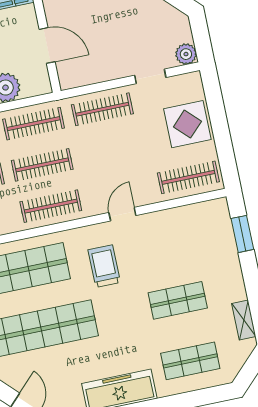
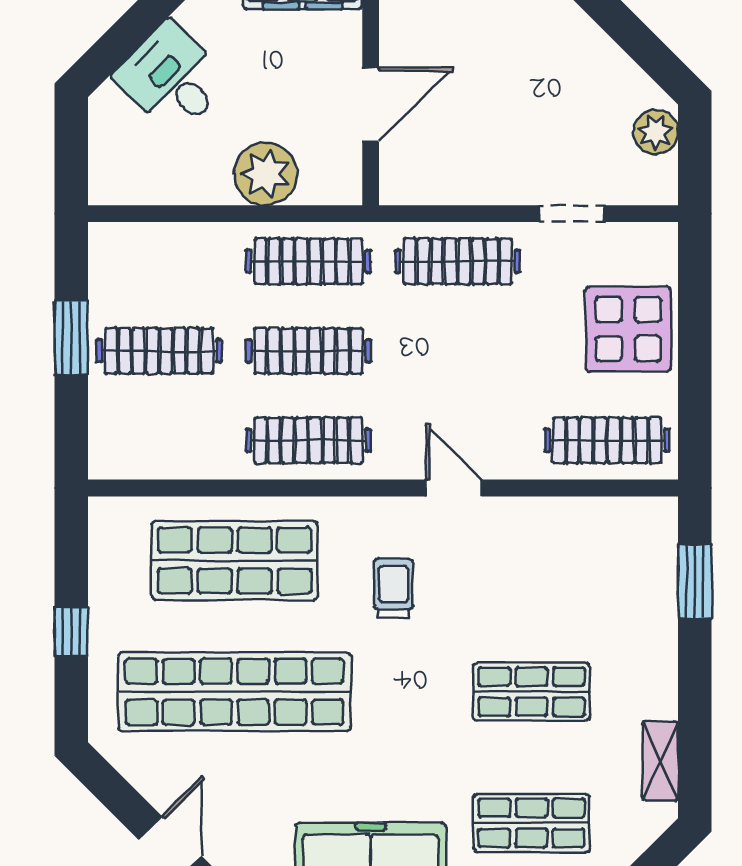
door: (47, 45) -> (371, 105), hinge flipped
plant: (186, 54) -> (656, 132), moved
door: (122, 214) -> (454, 488), hinge flipped
trolley: (104, 266) -> (393, 588), width x0.73, depth x0.72

